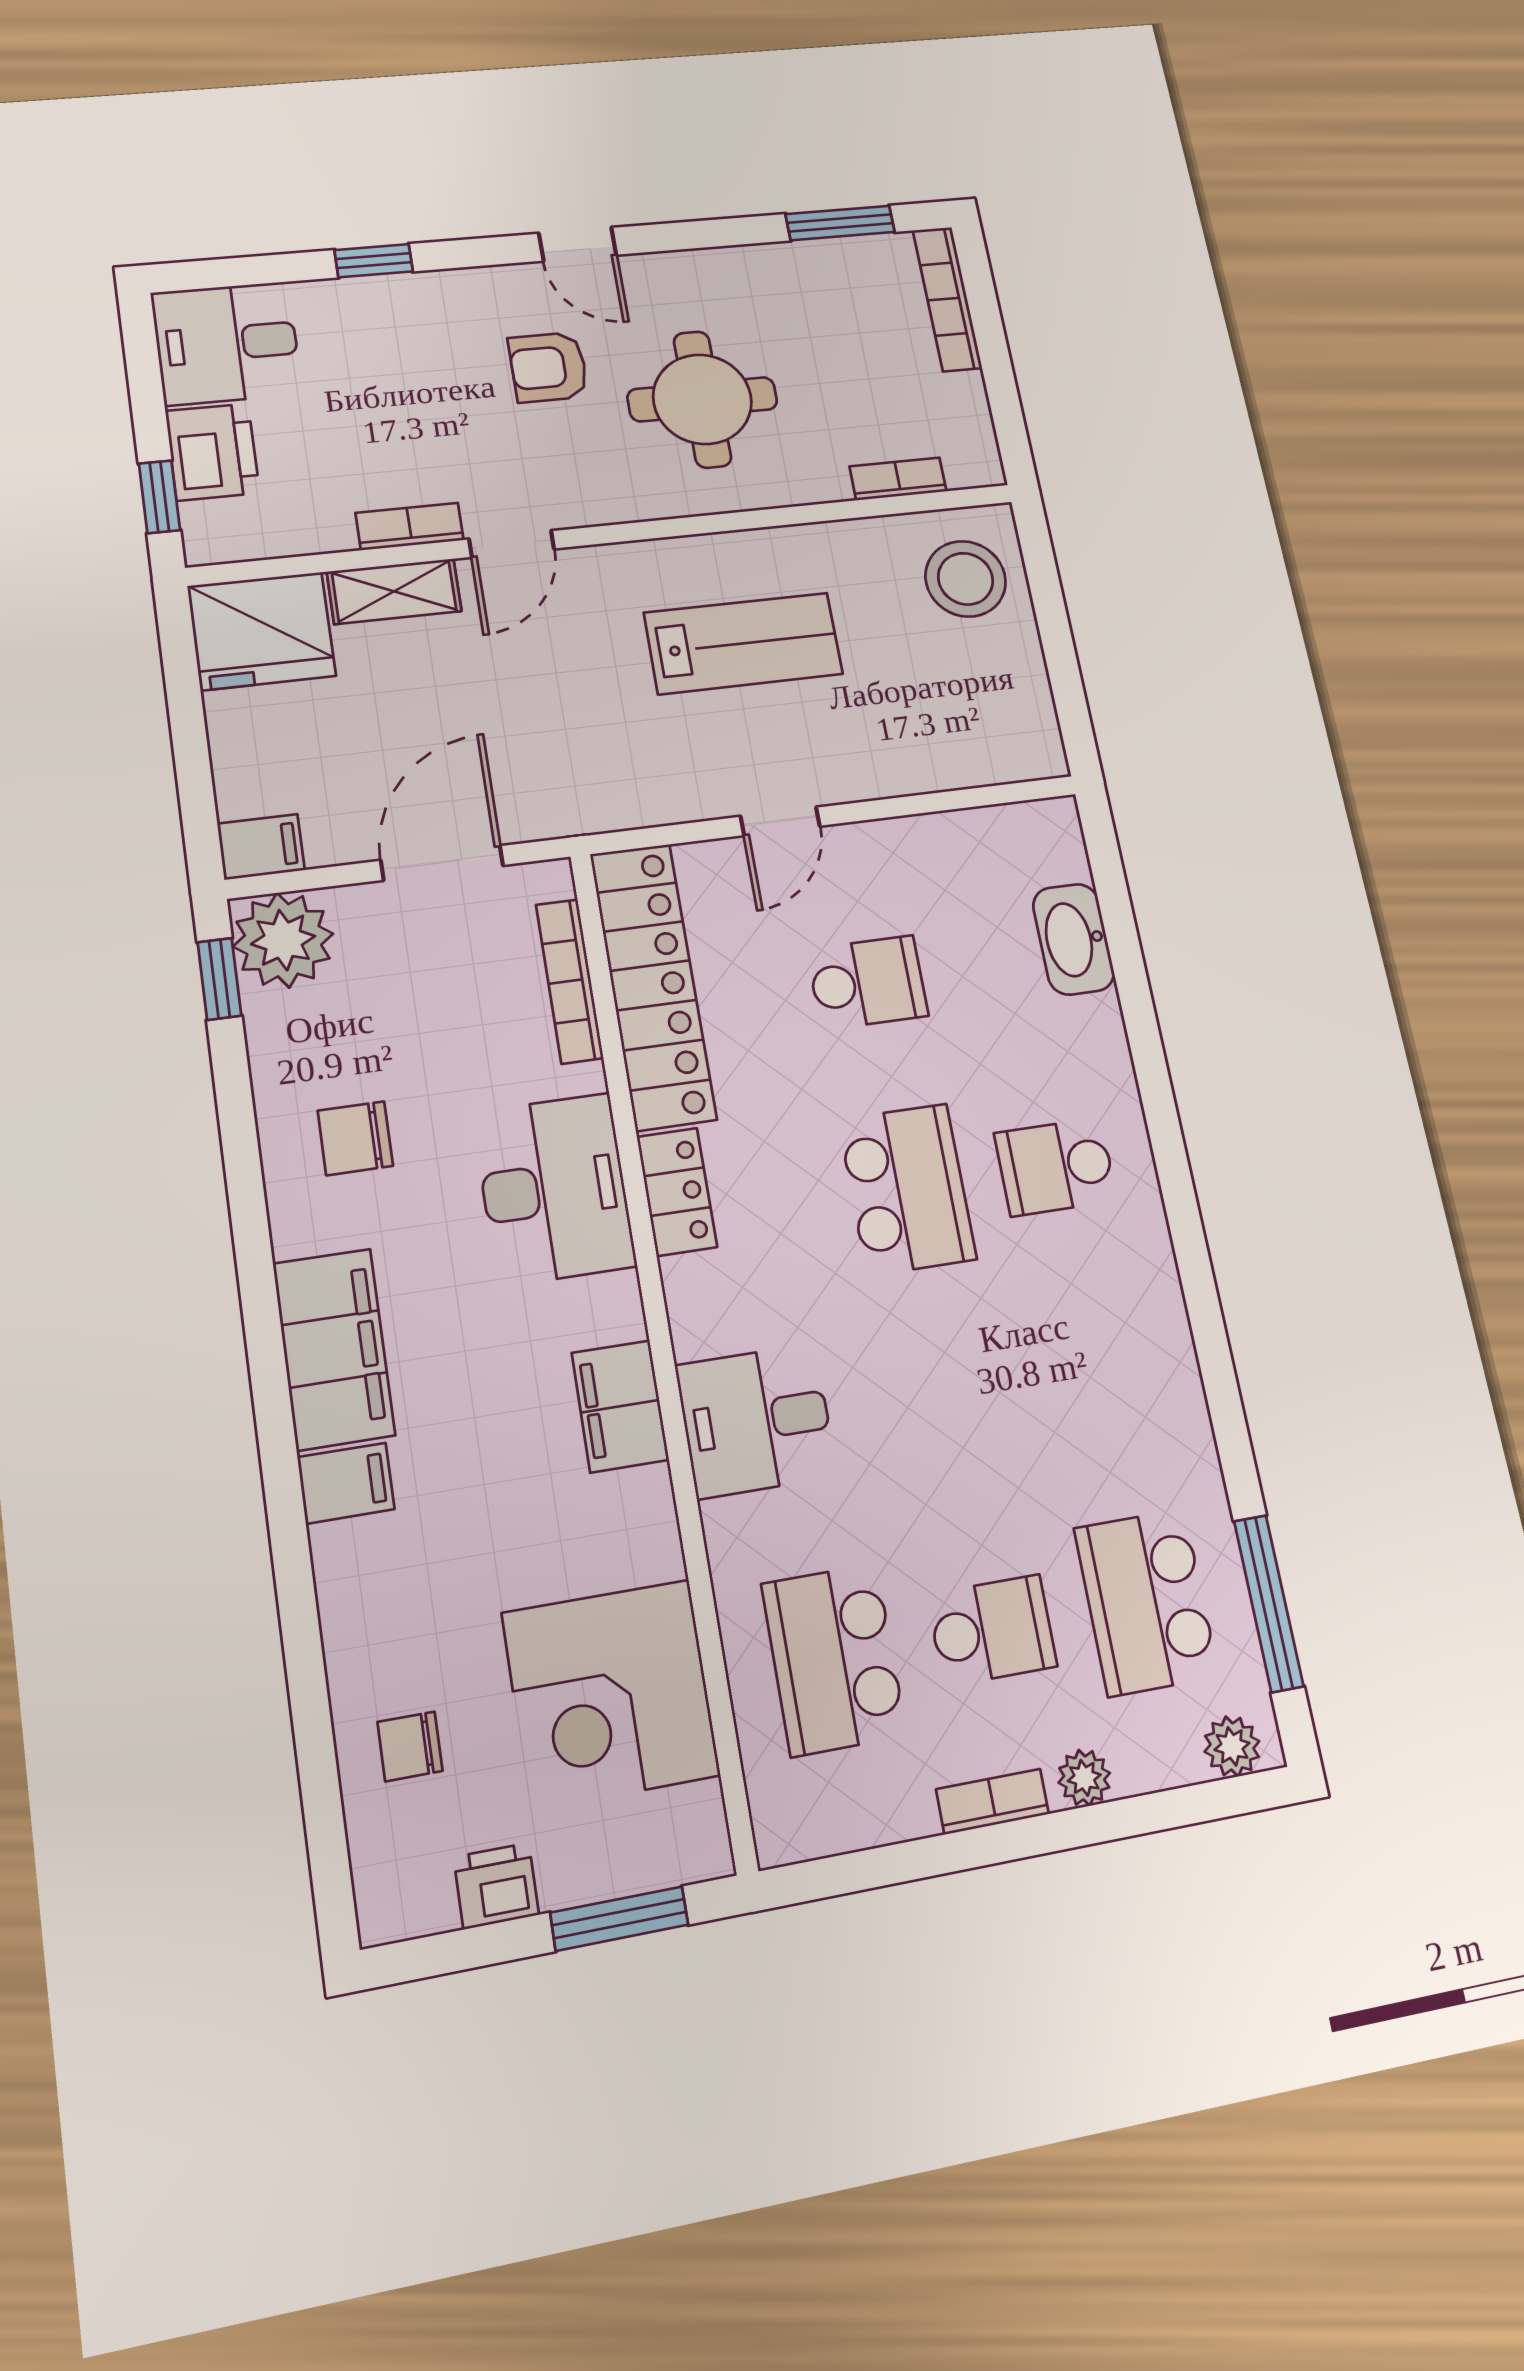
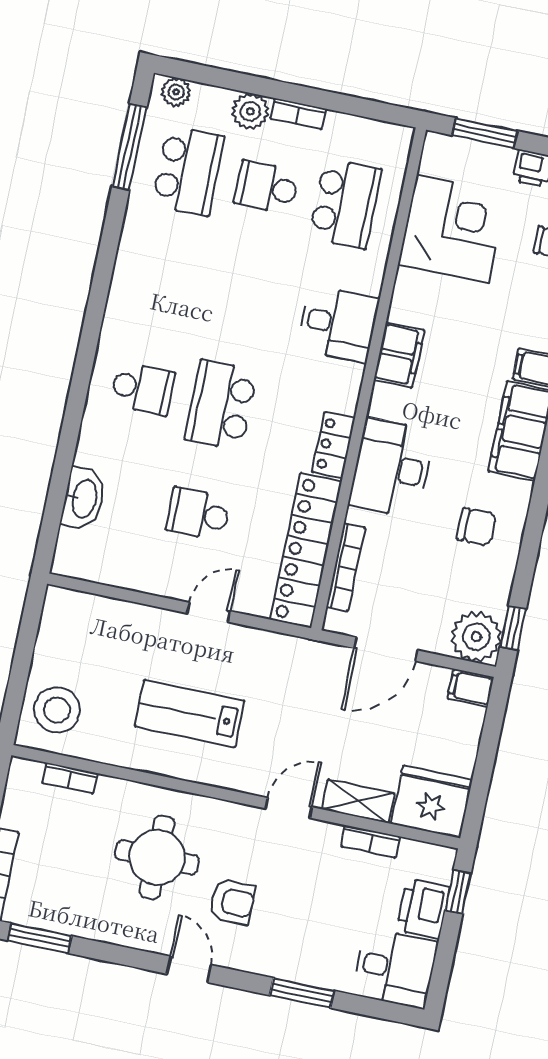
window: (374, 261) -> (302, 993), width x1.50
bookcase: (410, 526) -> (370, 842), moved
plant: (1084, 1778) -> (250, 111), width x1.38, depth x1.38

